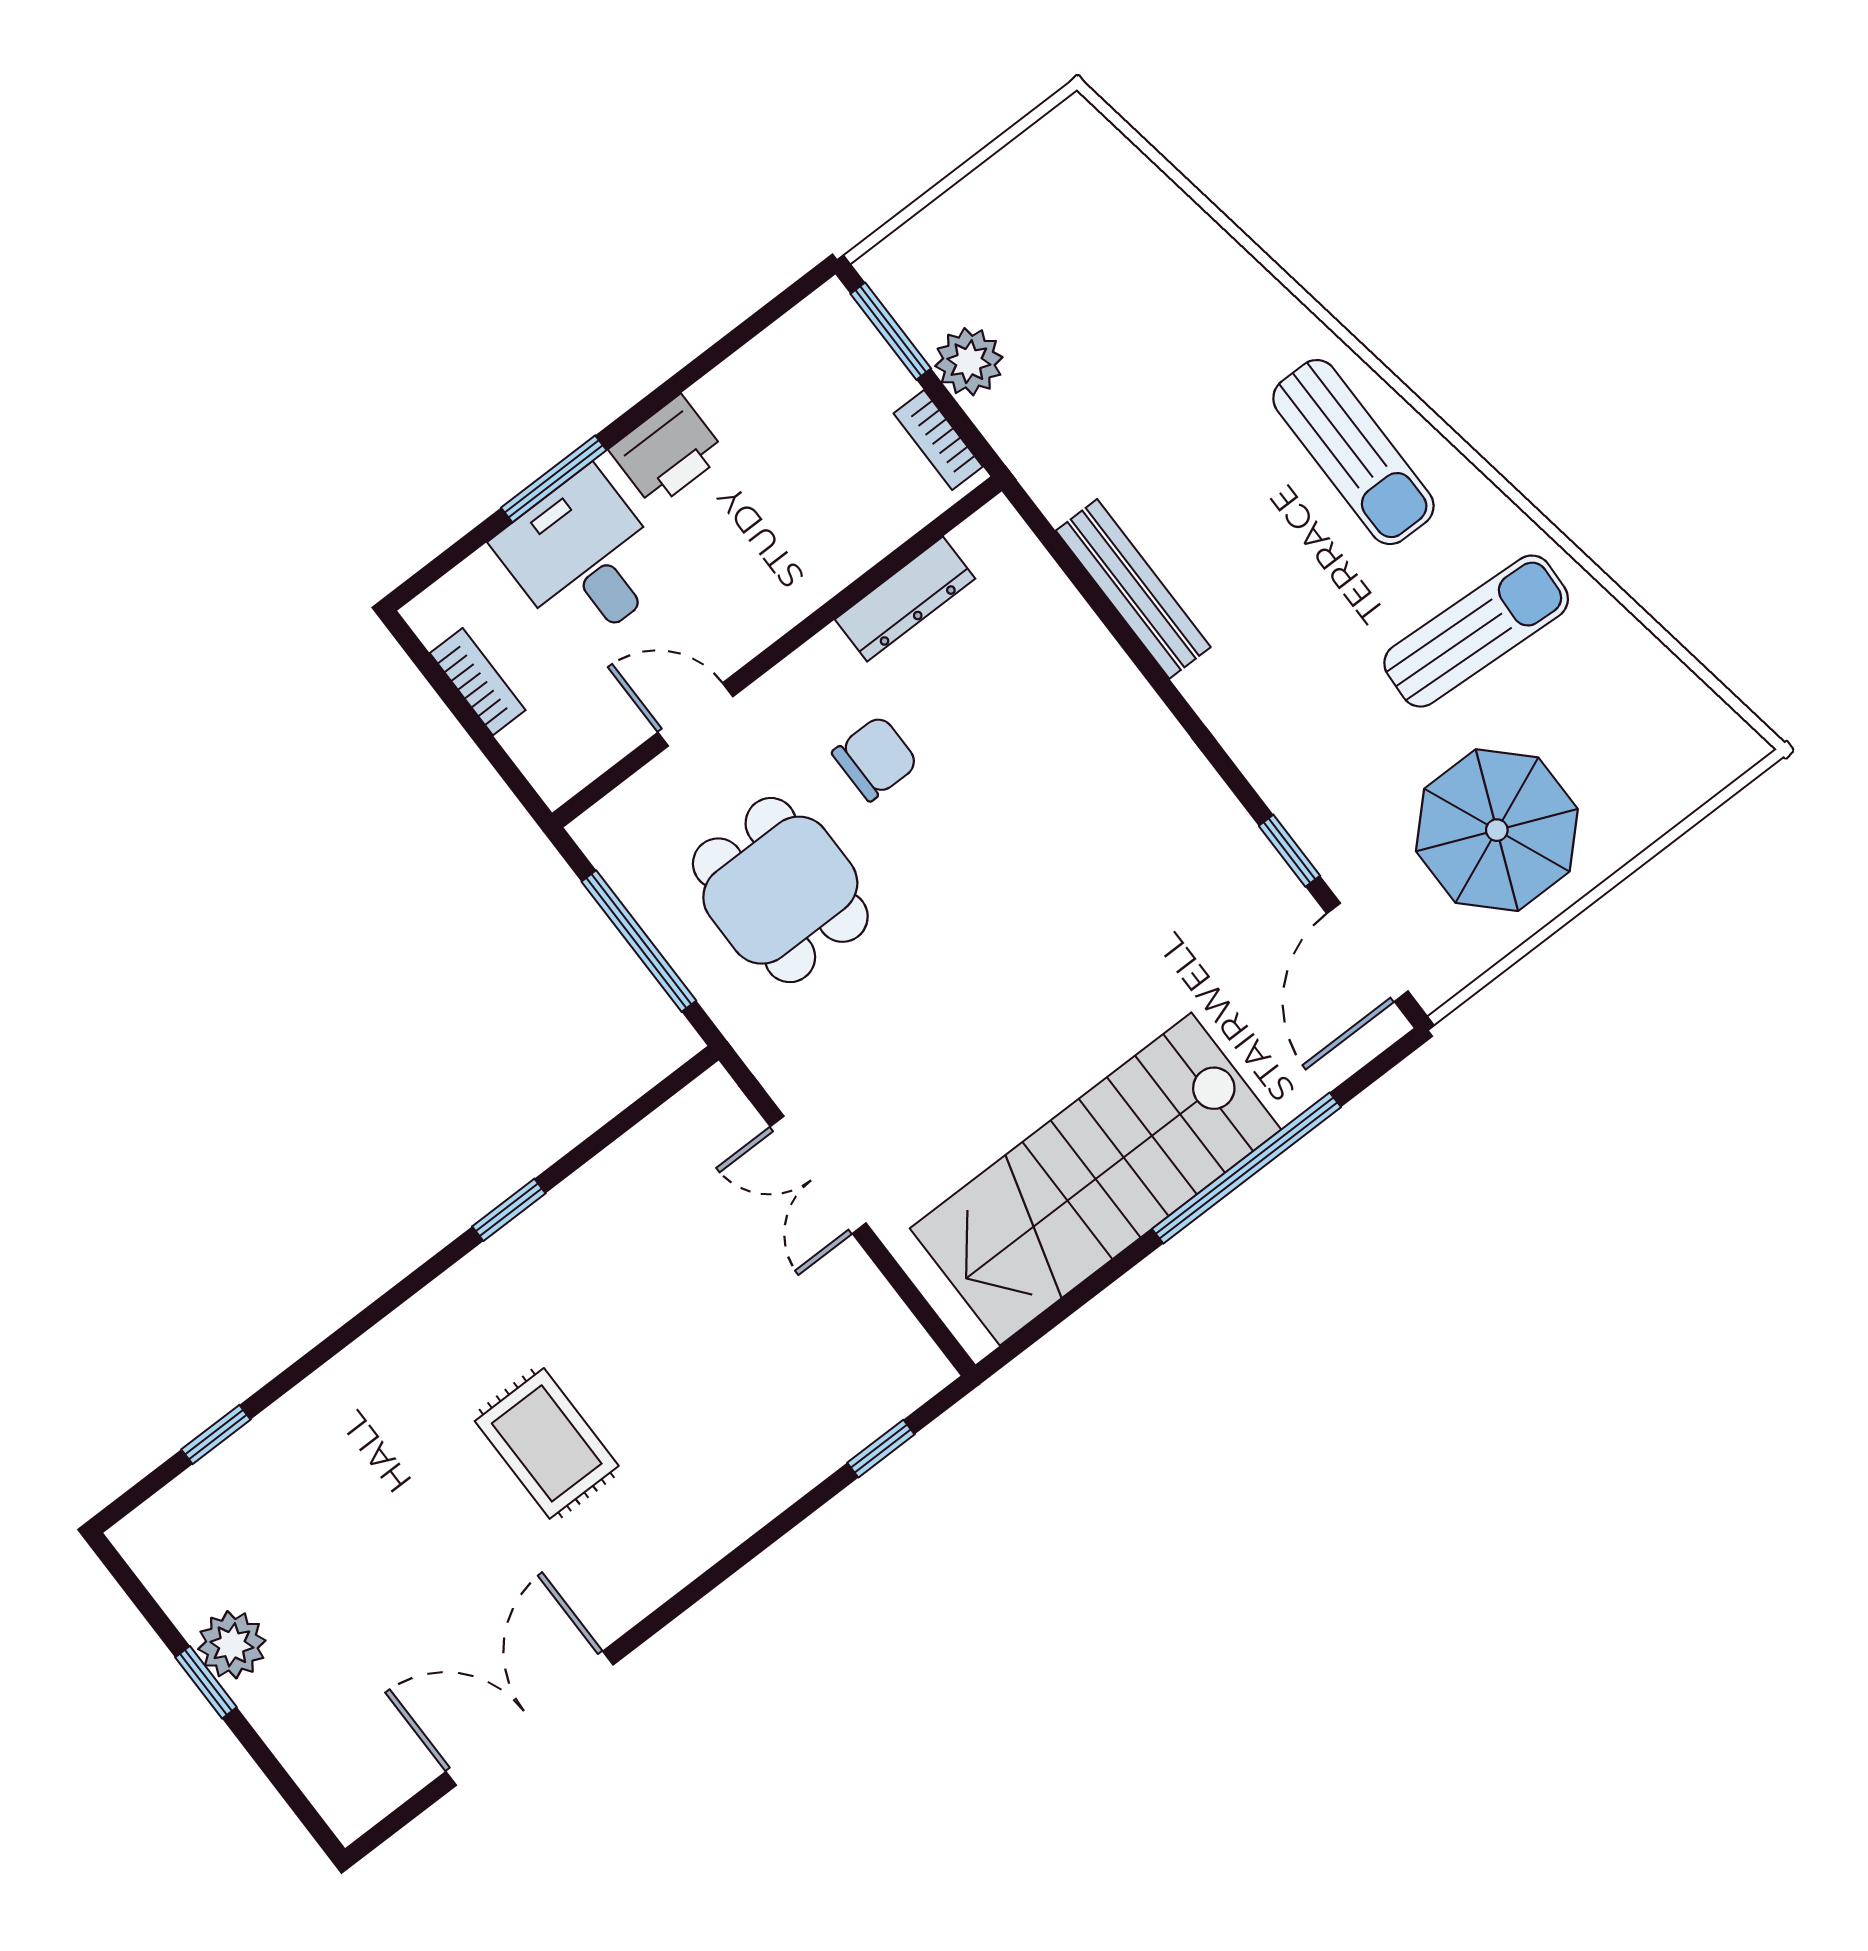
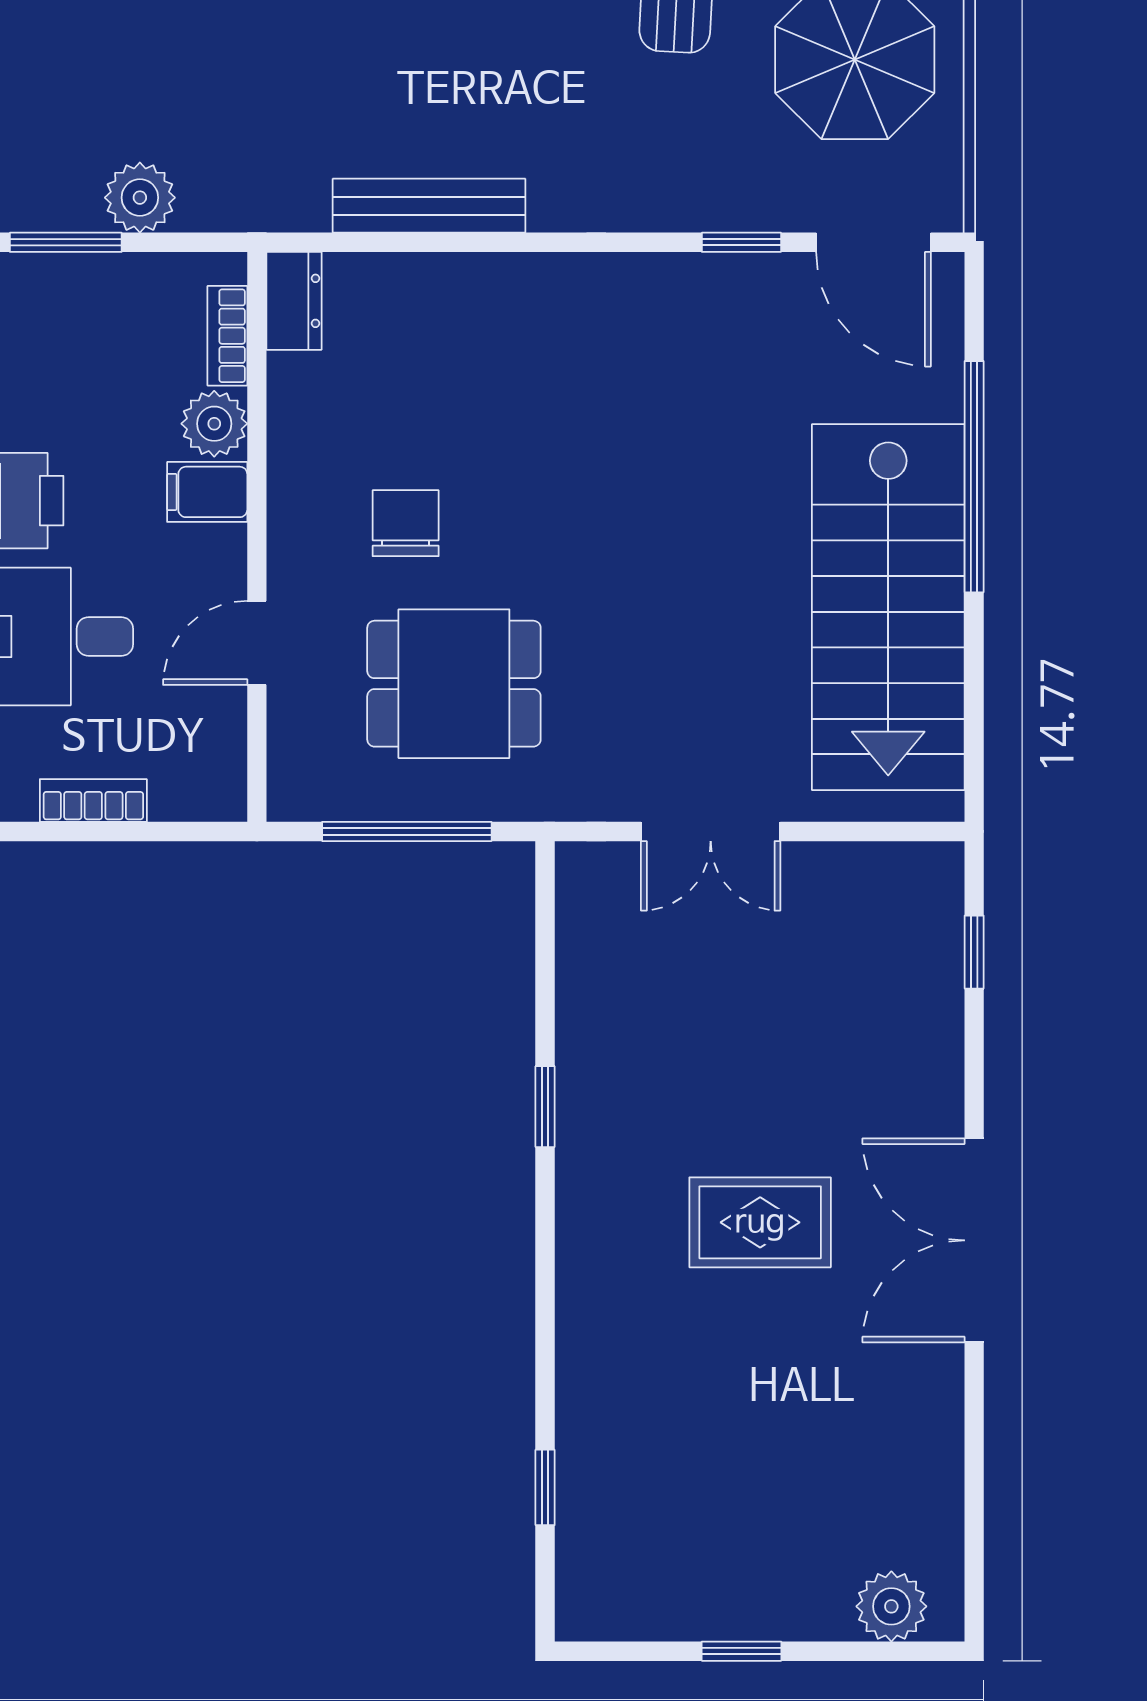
bookcase: (938, 440) -> (227, 336), moved, turned 90
plant: (839, 552) -> (214, 424), added
filing cabinet: (782, 587) -> (207, 492), added
dresser: (905, 599) -> (294, 301), moved, width x0.70
plant: (232, 1645) -> (891, 1606), moved
double door: (529, 1718) -> (974, 1240), moved

